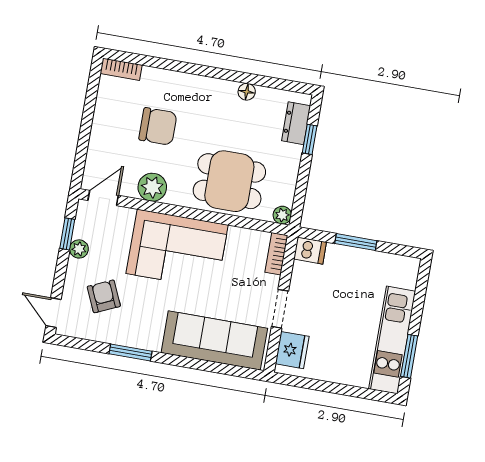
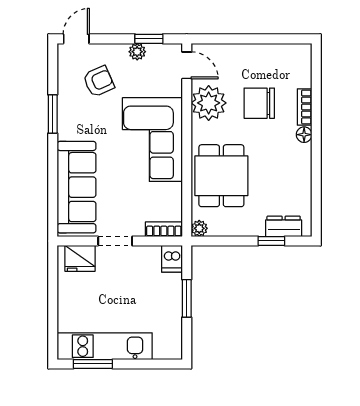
bookcase: (121, 69) -> (305, 107), moved
floor lamp: (247, 92) -> (304, 135), moved
chair: (158, 126) -> (259, 103), turned 90
plant: (152, 187) -> (209, 103), width x1.36, depth x1.36

